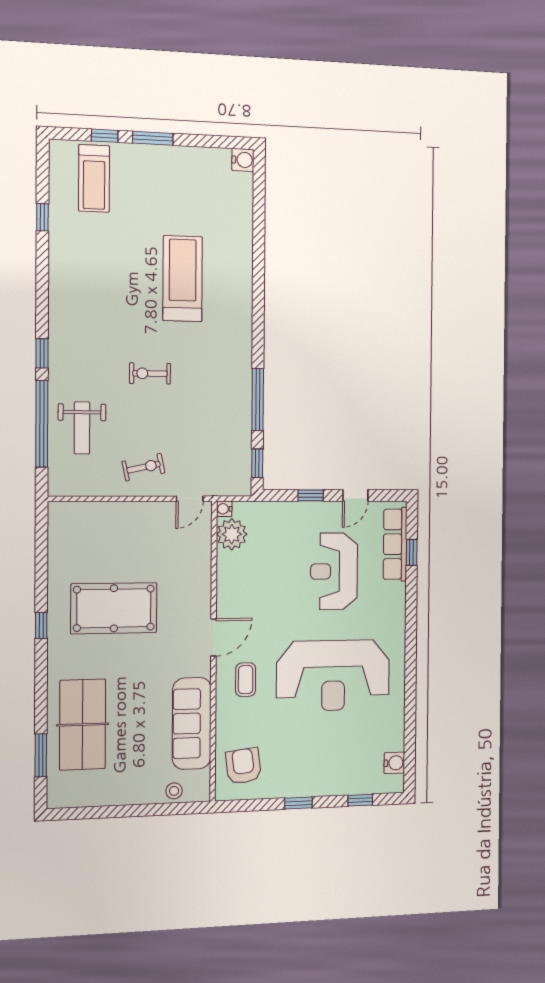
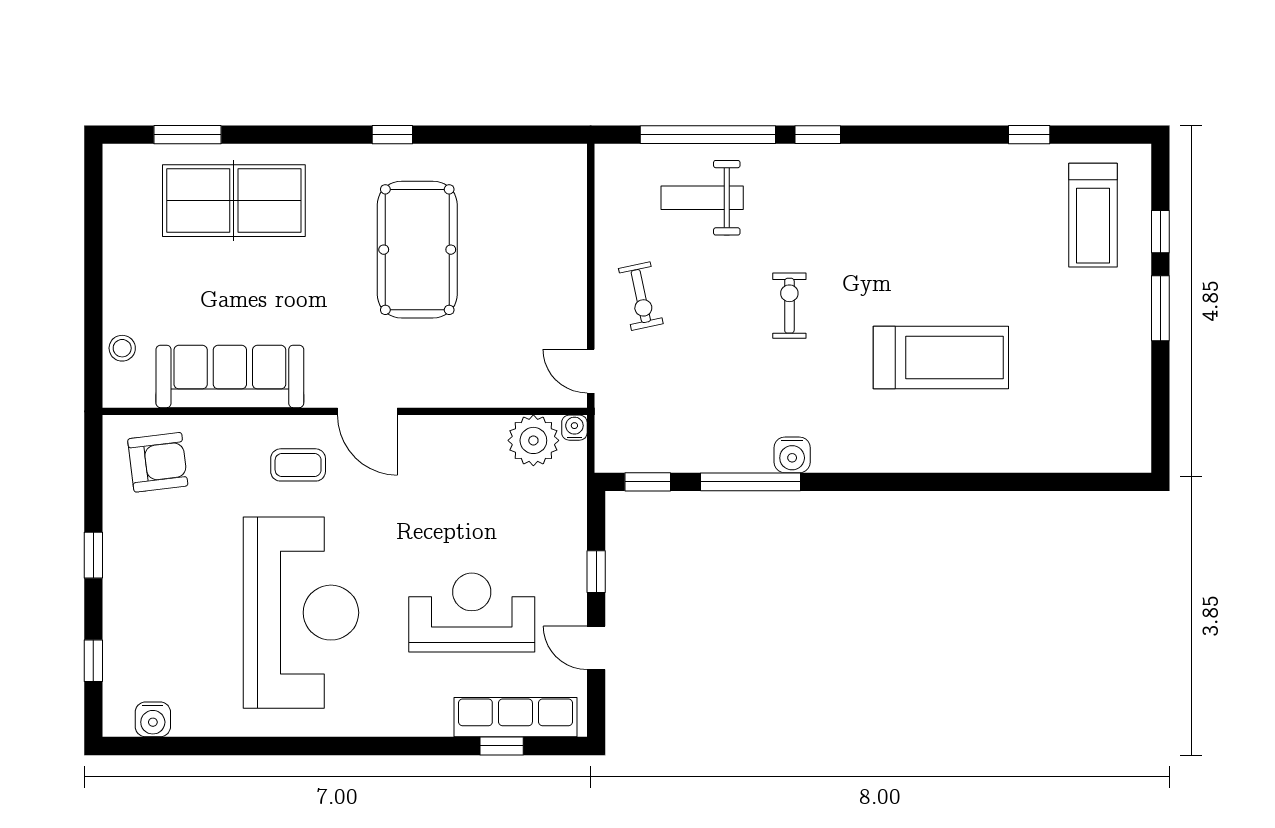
water cooler: (243, 160) -> (792, 455), moved
treadmill: (94, 178) -> (1093, 215), turned -90
reception desk: (333, 675) -> (301, 613), turned 180

